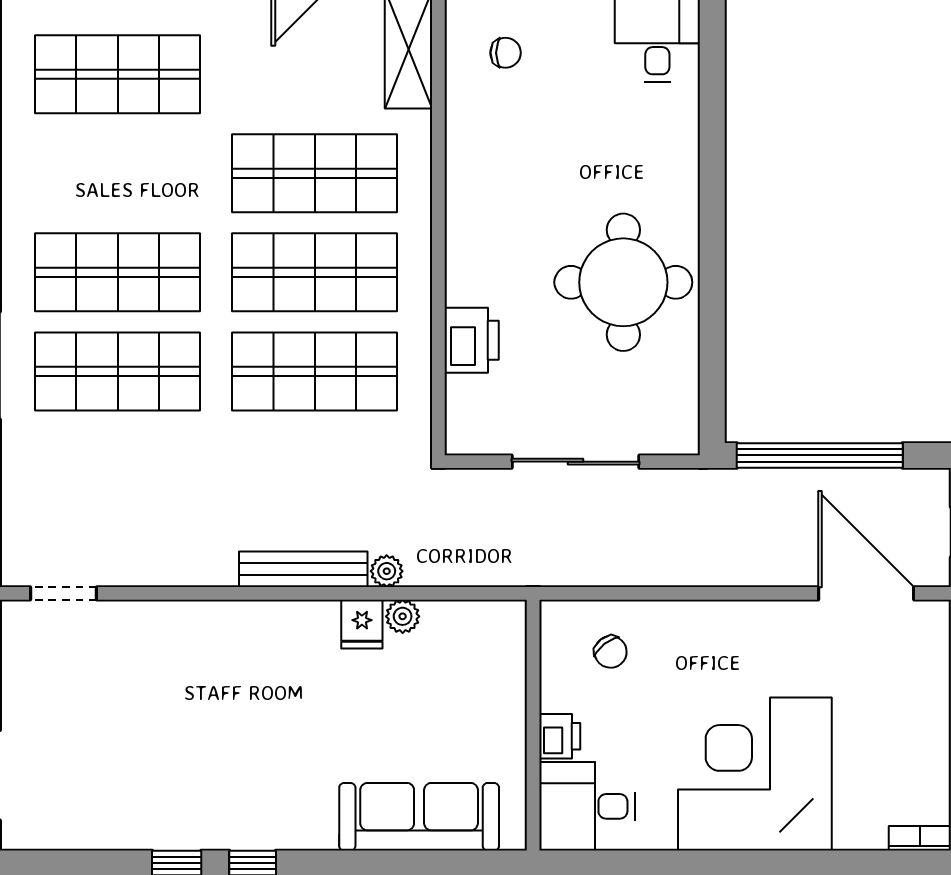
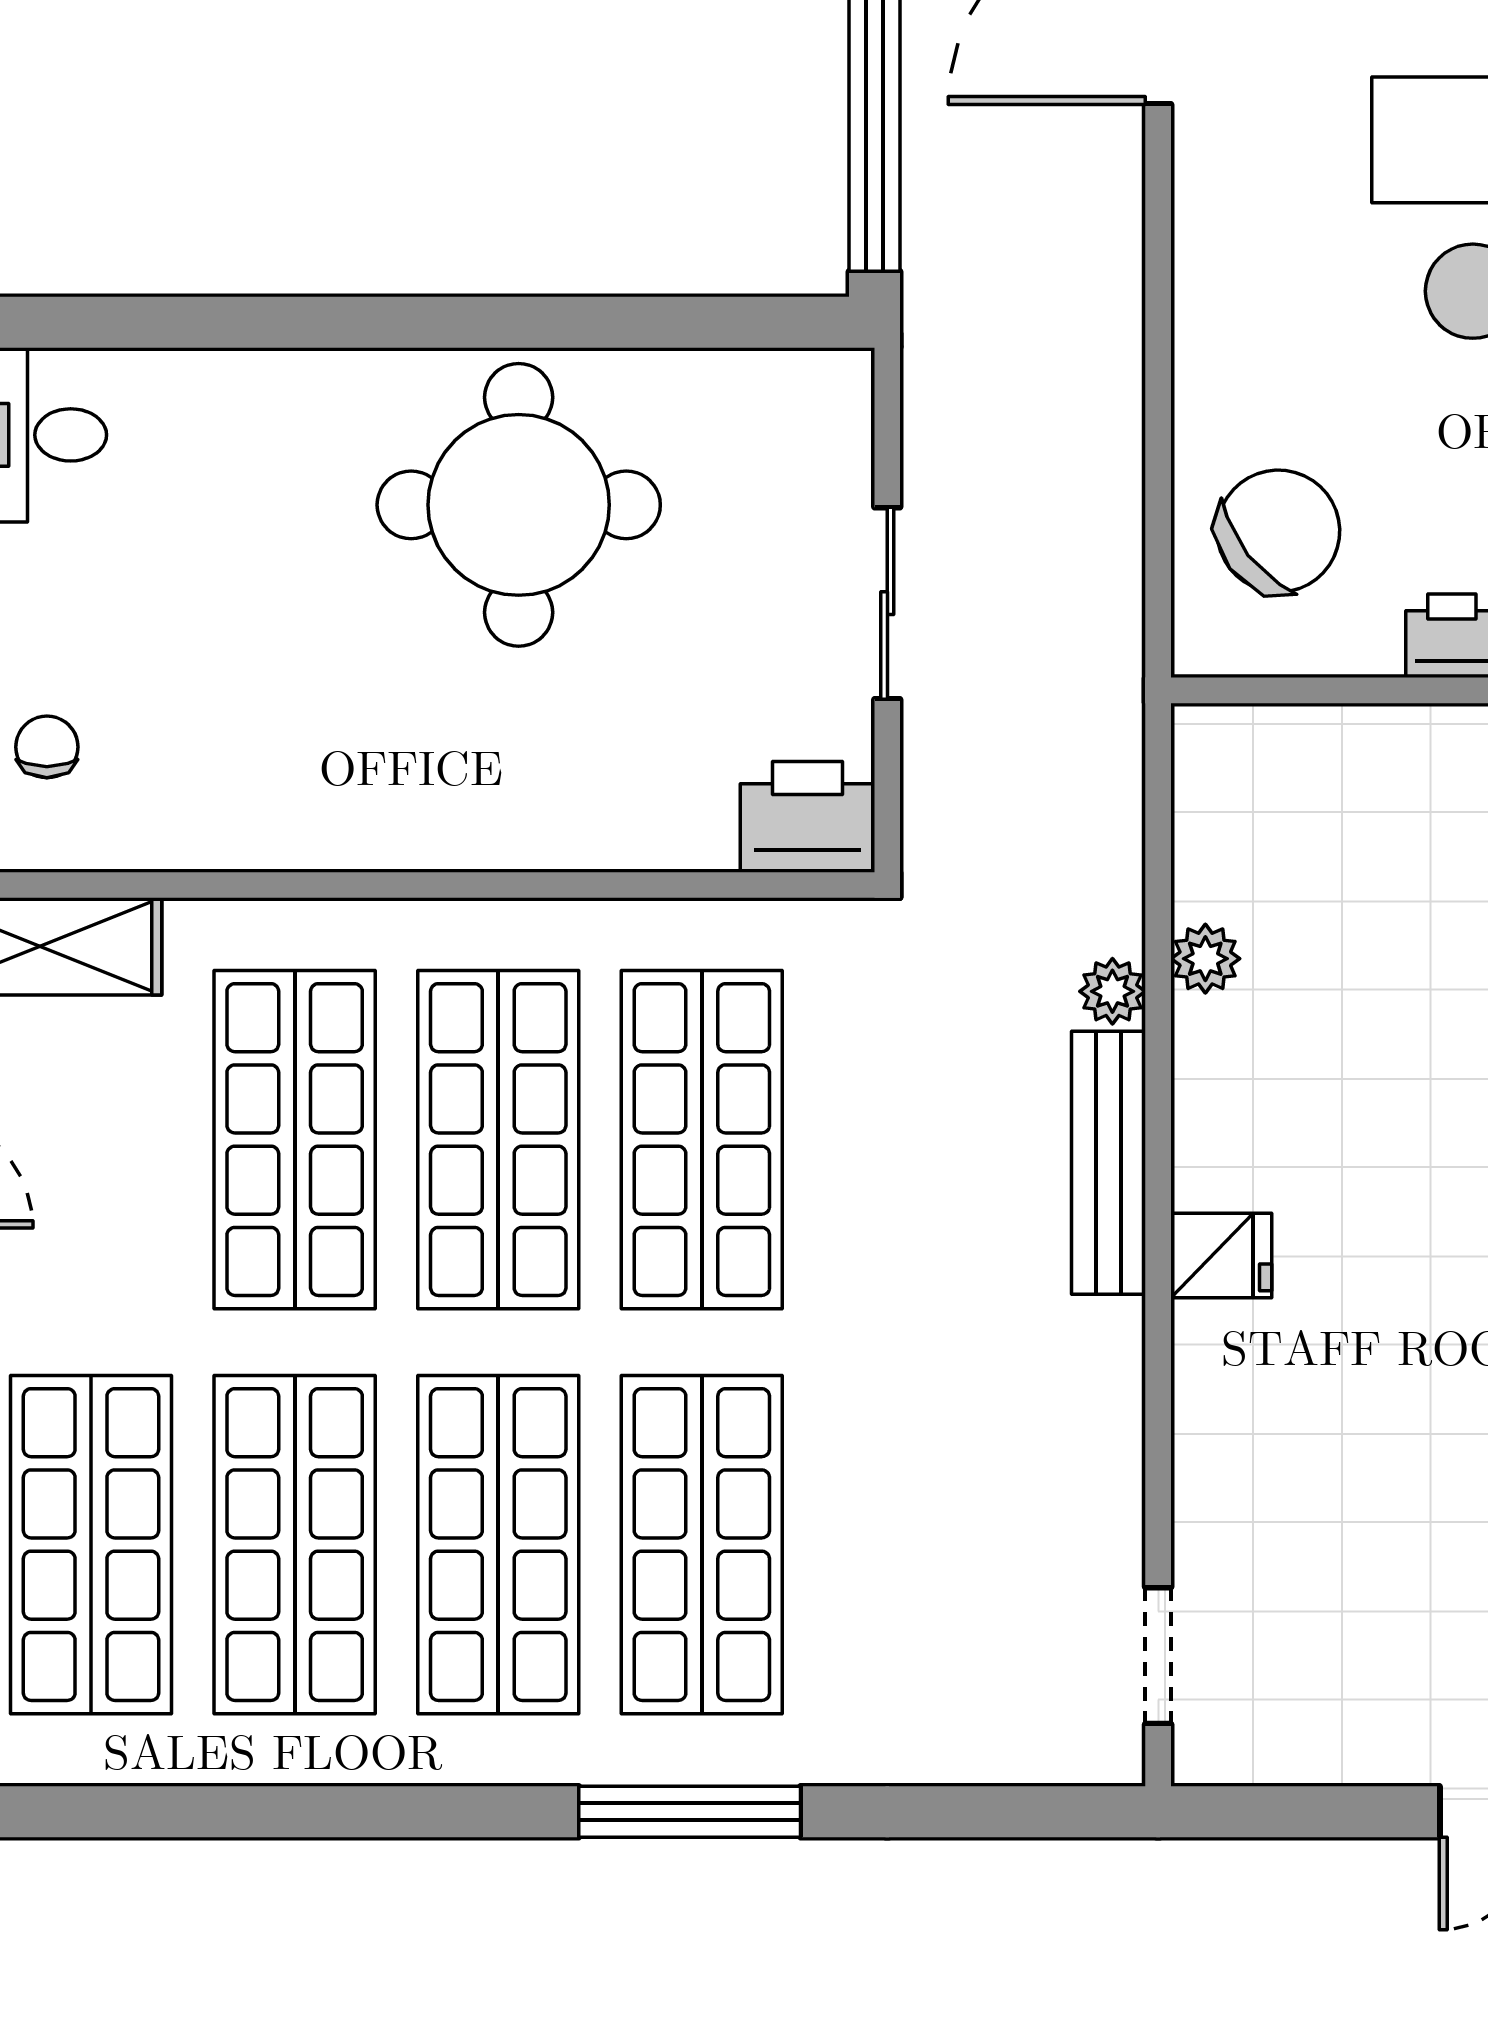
shop shelf: (118, 173) -> (295, 1545), added
printer: (472, 340) -> (807, 817), moved
sliding door: (576, 462) -> (887, 603), width x0.73
fridge: (362, 624) -> (1221, 1255), moved
chair: (611, 652) -> (1278, 531), width x1.87, depth x1.87

